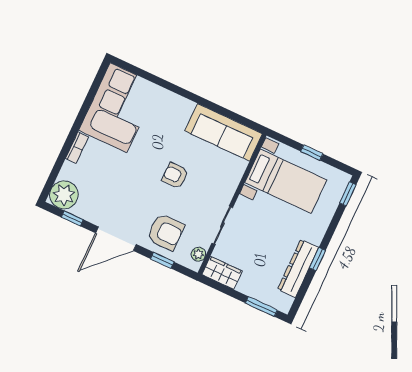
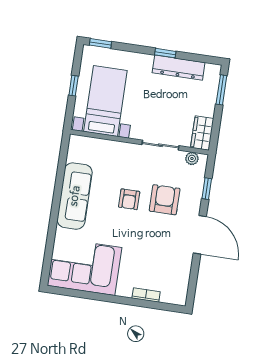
sofa: (224, 132) -> (75, 196), moved
bookcase: (77, 148) -> (146, 295), moved
plant: (64, 195) -> (175, 292), removed
window: (72, 218) -> (193, 278), removed
armchair: (166, 232) -> (165, 200), moved

